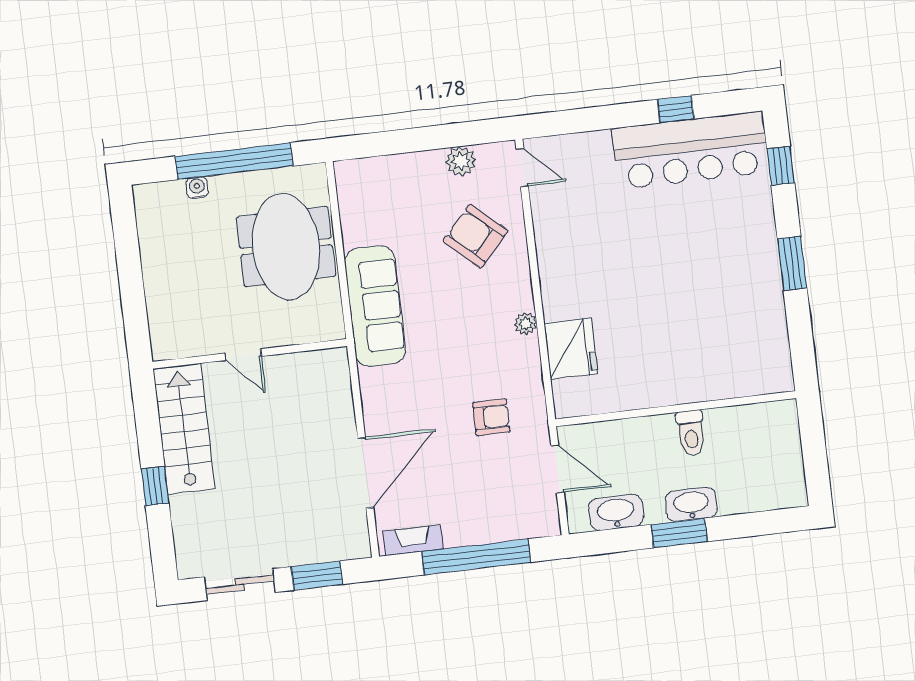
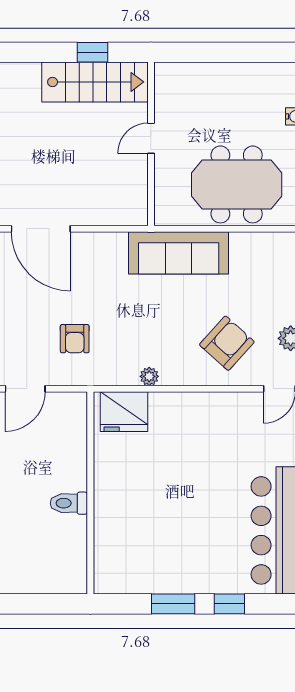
window: (781, 166) -> (229, 604), moved
wall: (676, 409) -> (90, 493), moved
toilet: (691, 433) -> (69, 503), moved
window: (155, 486) -> (92, 52), moved

